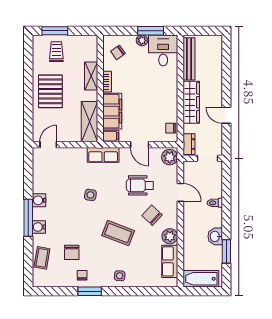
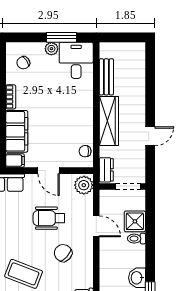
bench: (189, 59) -> (106, 77), width x0.73
door: (226, 115) -> (150, 136), swing flipped
shower: (213, 188) -> (135, 221), added
plant: (170, 236) -> (84, 278), removed

